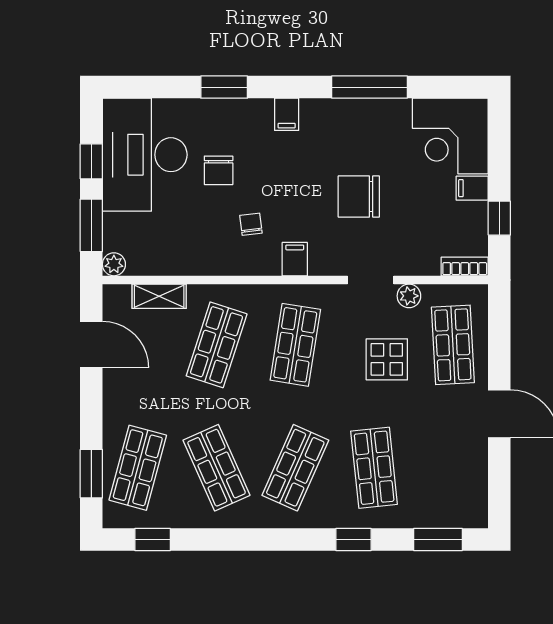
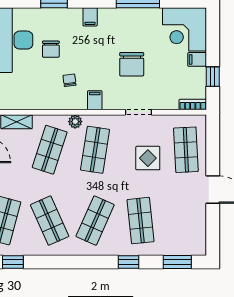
chair: (359, 196) -> (132, 64), turned -90
plant: (409, 296) -> (75, 122), moved

